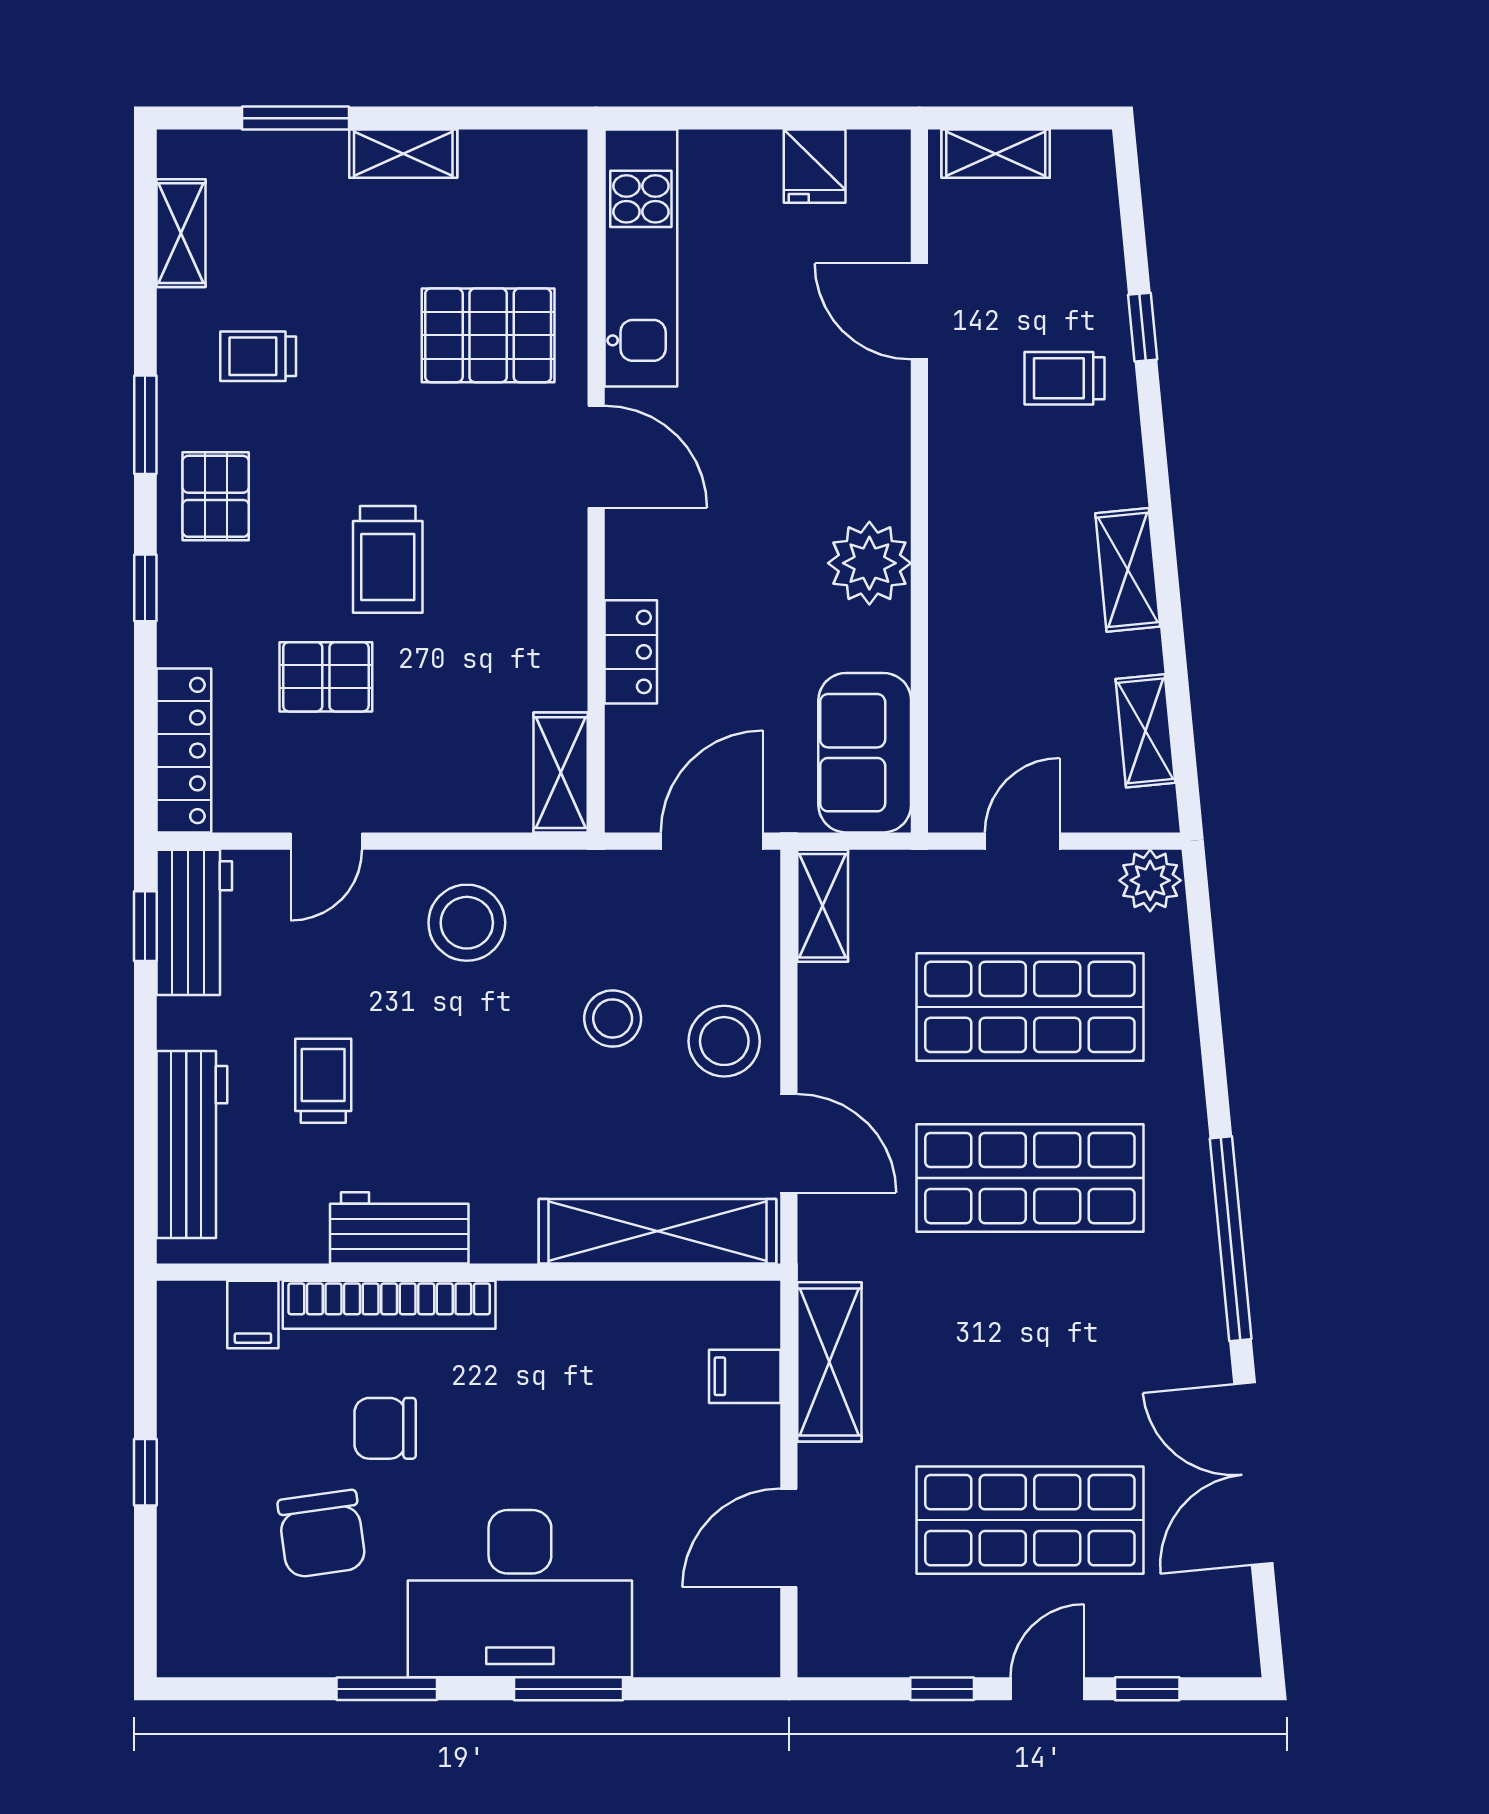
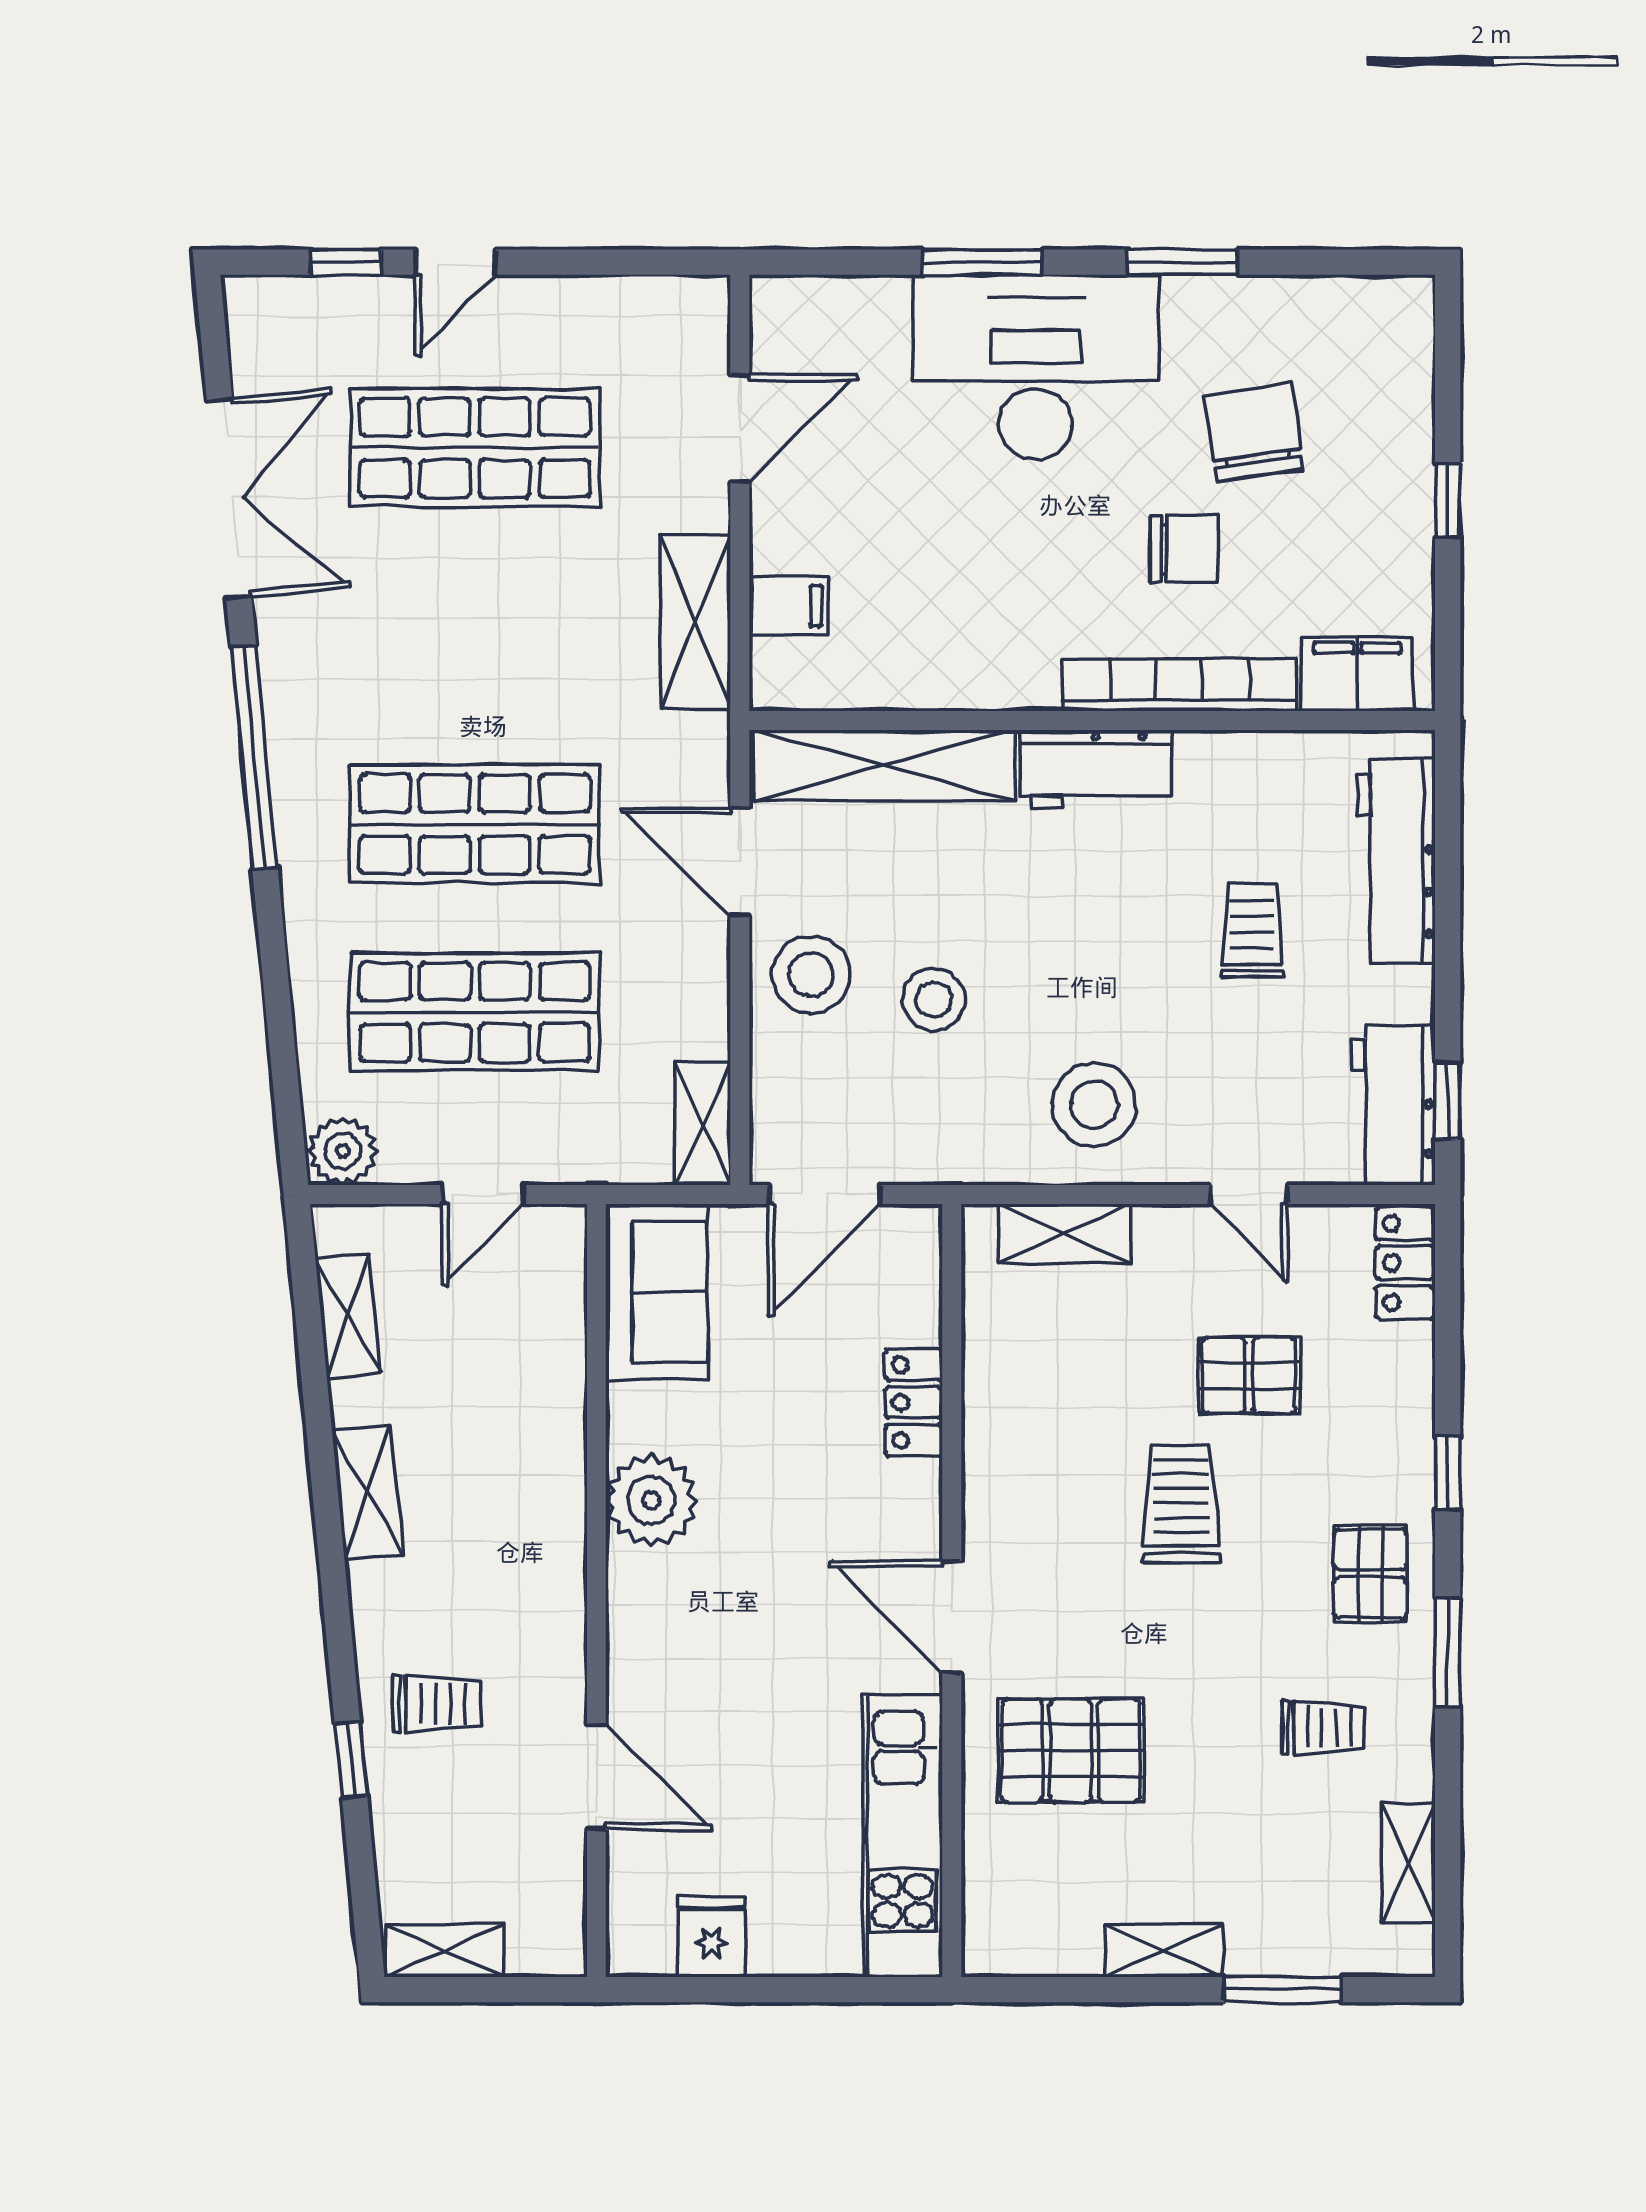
shelving: (996, 154) -> (445, 1950), moved
locker: (184, 750) -> (1405, 1263), width x0.66
shelving: (561, 773) -> (1065, 1234), moved, turned 90
door: (326, 841) -> (1249, 1194), swing flipped
trolley: (323, 1081) -> (1252, 931), turned 180
workbench: (399, 1228) -> (1096, 769), moved
filing cabinet: (253, 1314) -> (1357, 674), width x2.00
window: (942, 1689) -> (571, 262), removed

